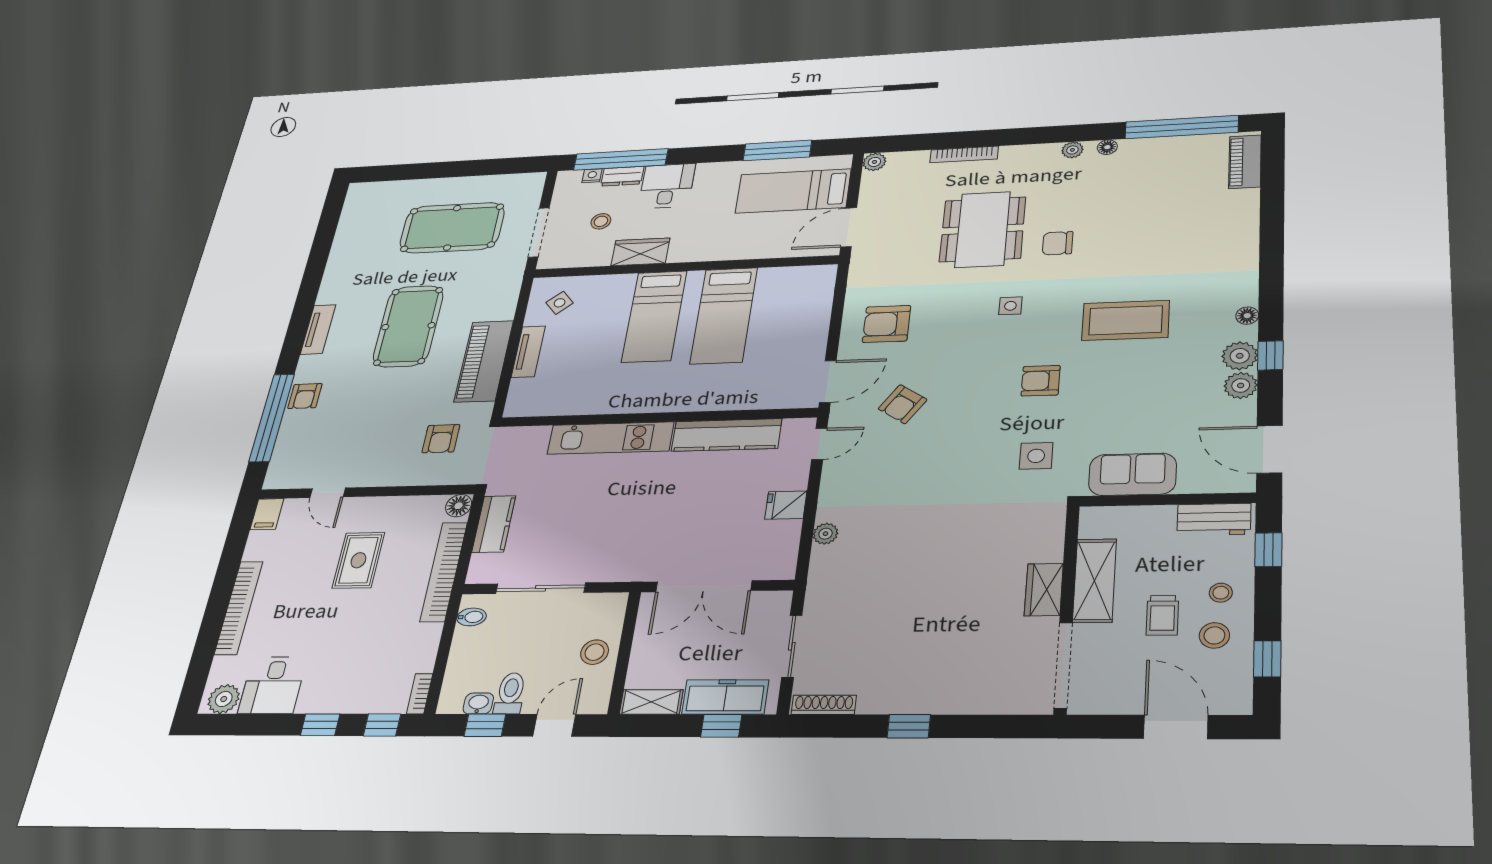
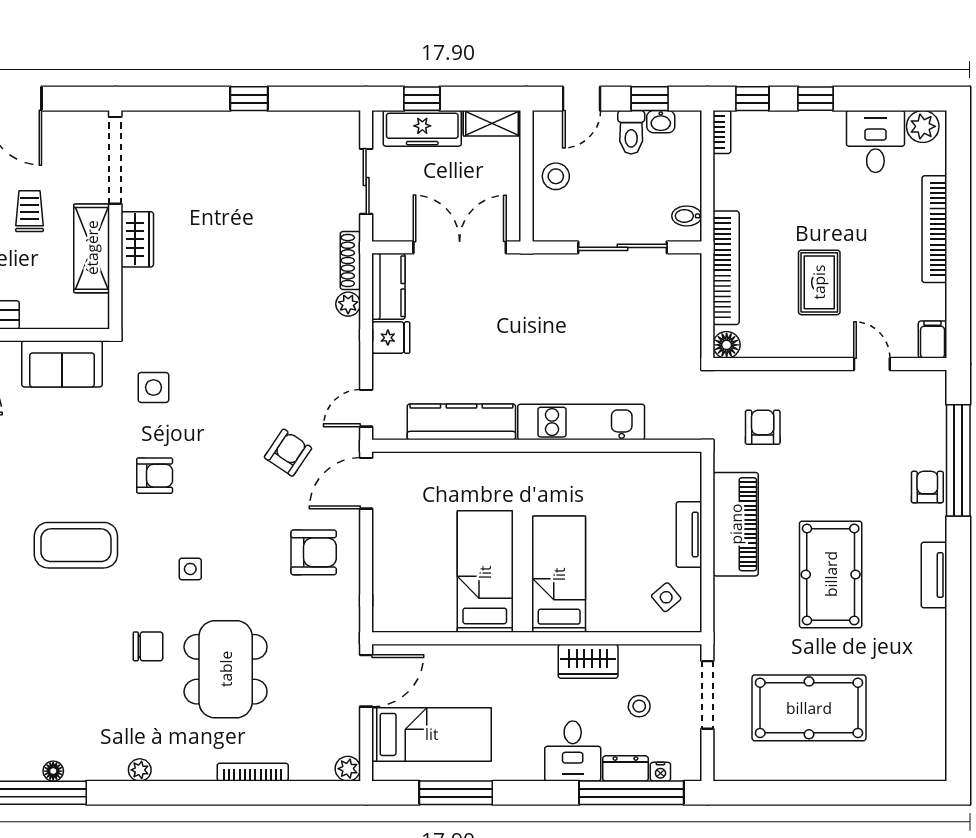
floor lamp: (1107, 147) -> (53, 771), moved
kitchen counter: (494, 524) -> (388, 286), moved, turned 180
shoe rack: (824, 705) -> (350, 261), moved, turned 90

